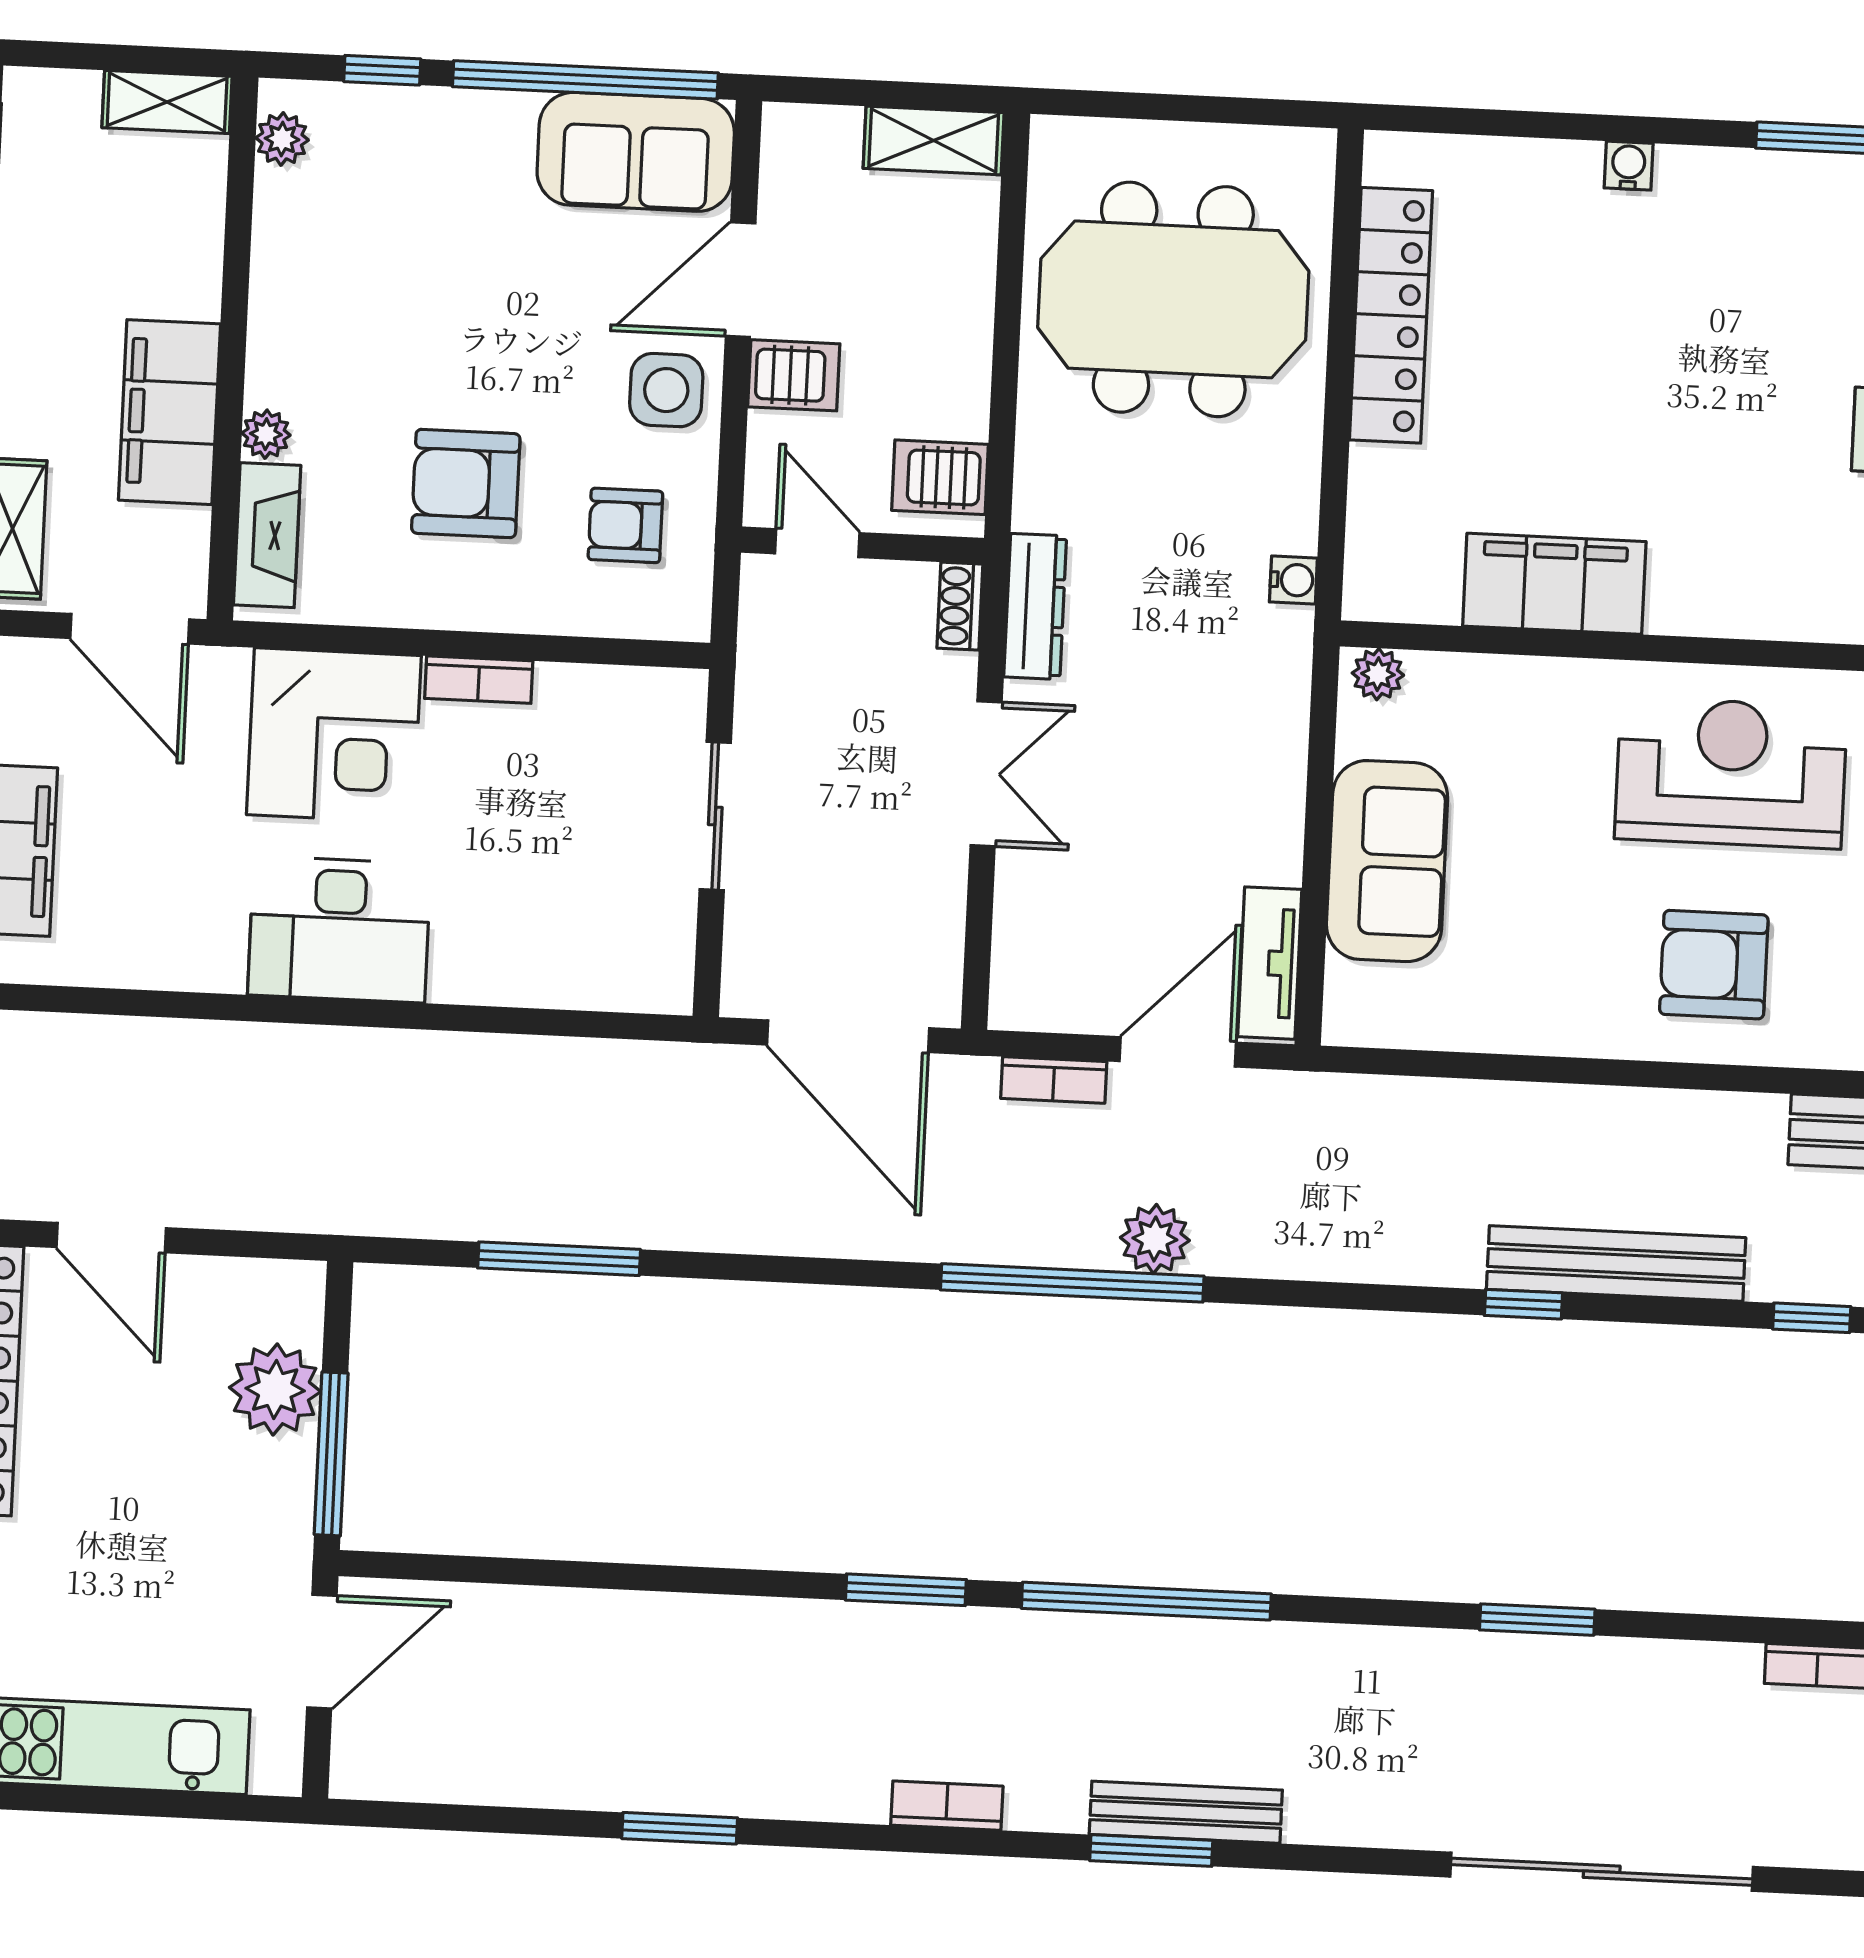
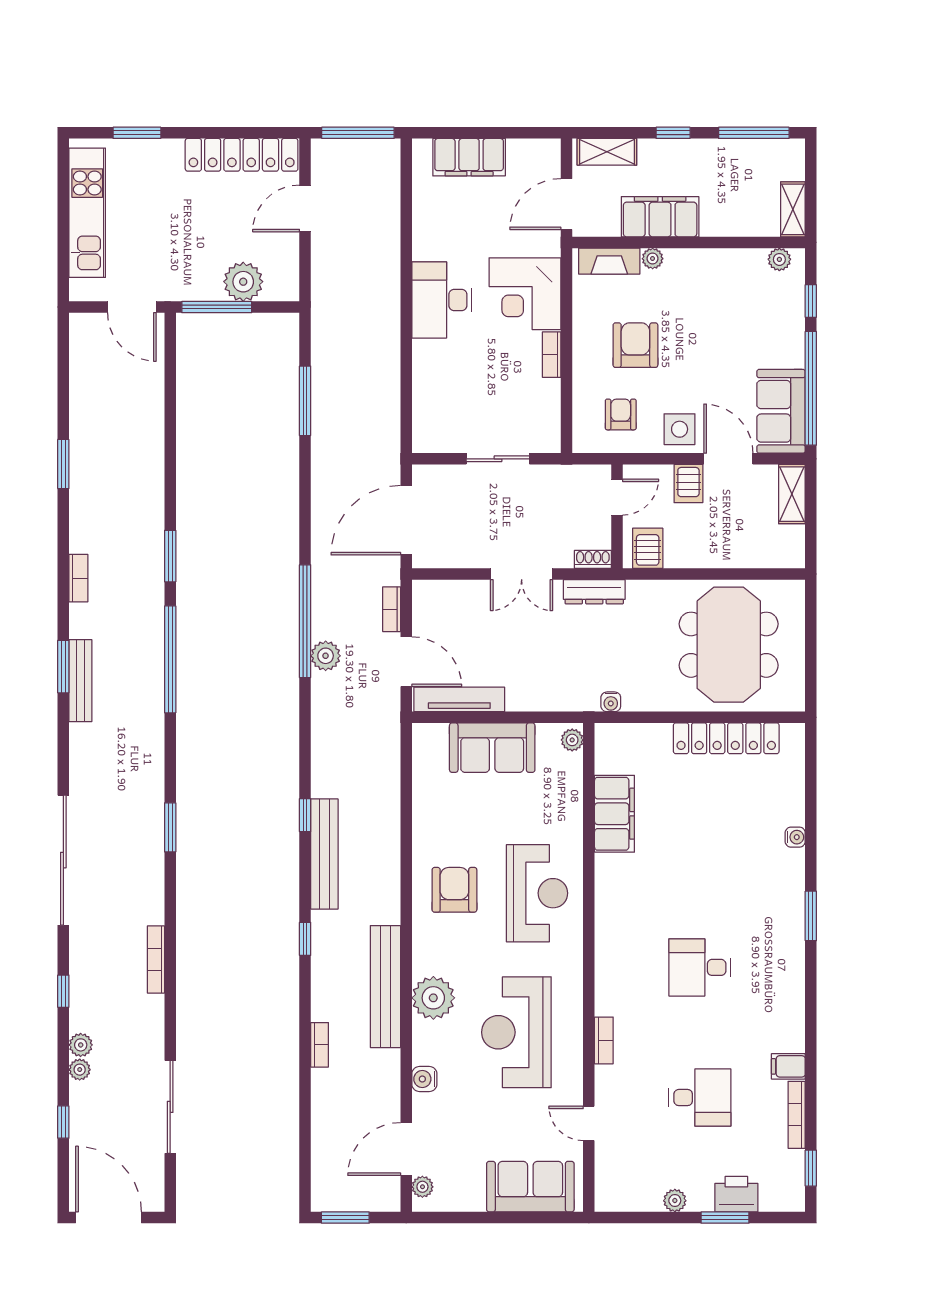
shelving: (934, 140) -> (792, 494), moved
tv unit: (1270, 963) -> (459, 699), width x1.41

